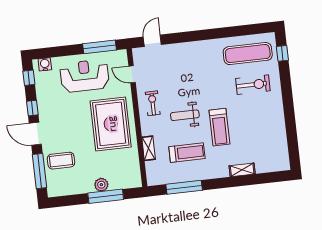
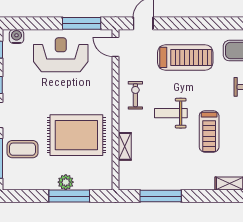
door: (132, 74) -> (116, 47), moved
rug: (111, 124) -> (76, 135), moved, turned 90
treadmill: (187, 153) -> (185, 57), moved, width x1.37, depth x1.38

